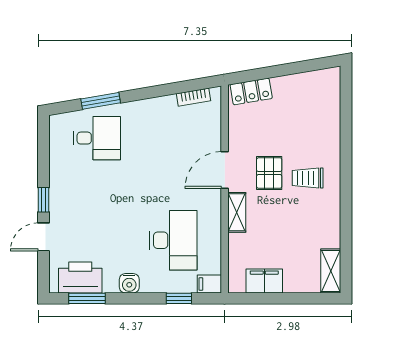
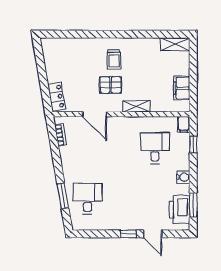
door: (225, 170) -> (95, 114), moved
desk: (173, 240) -> (155, 148), width x0.73

